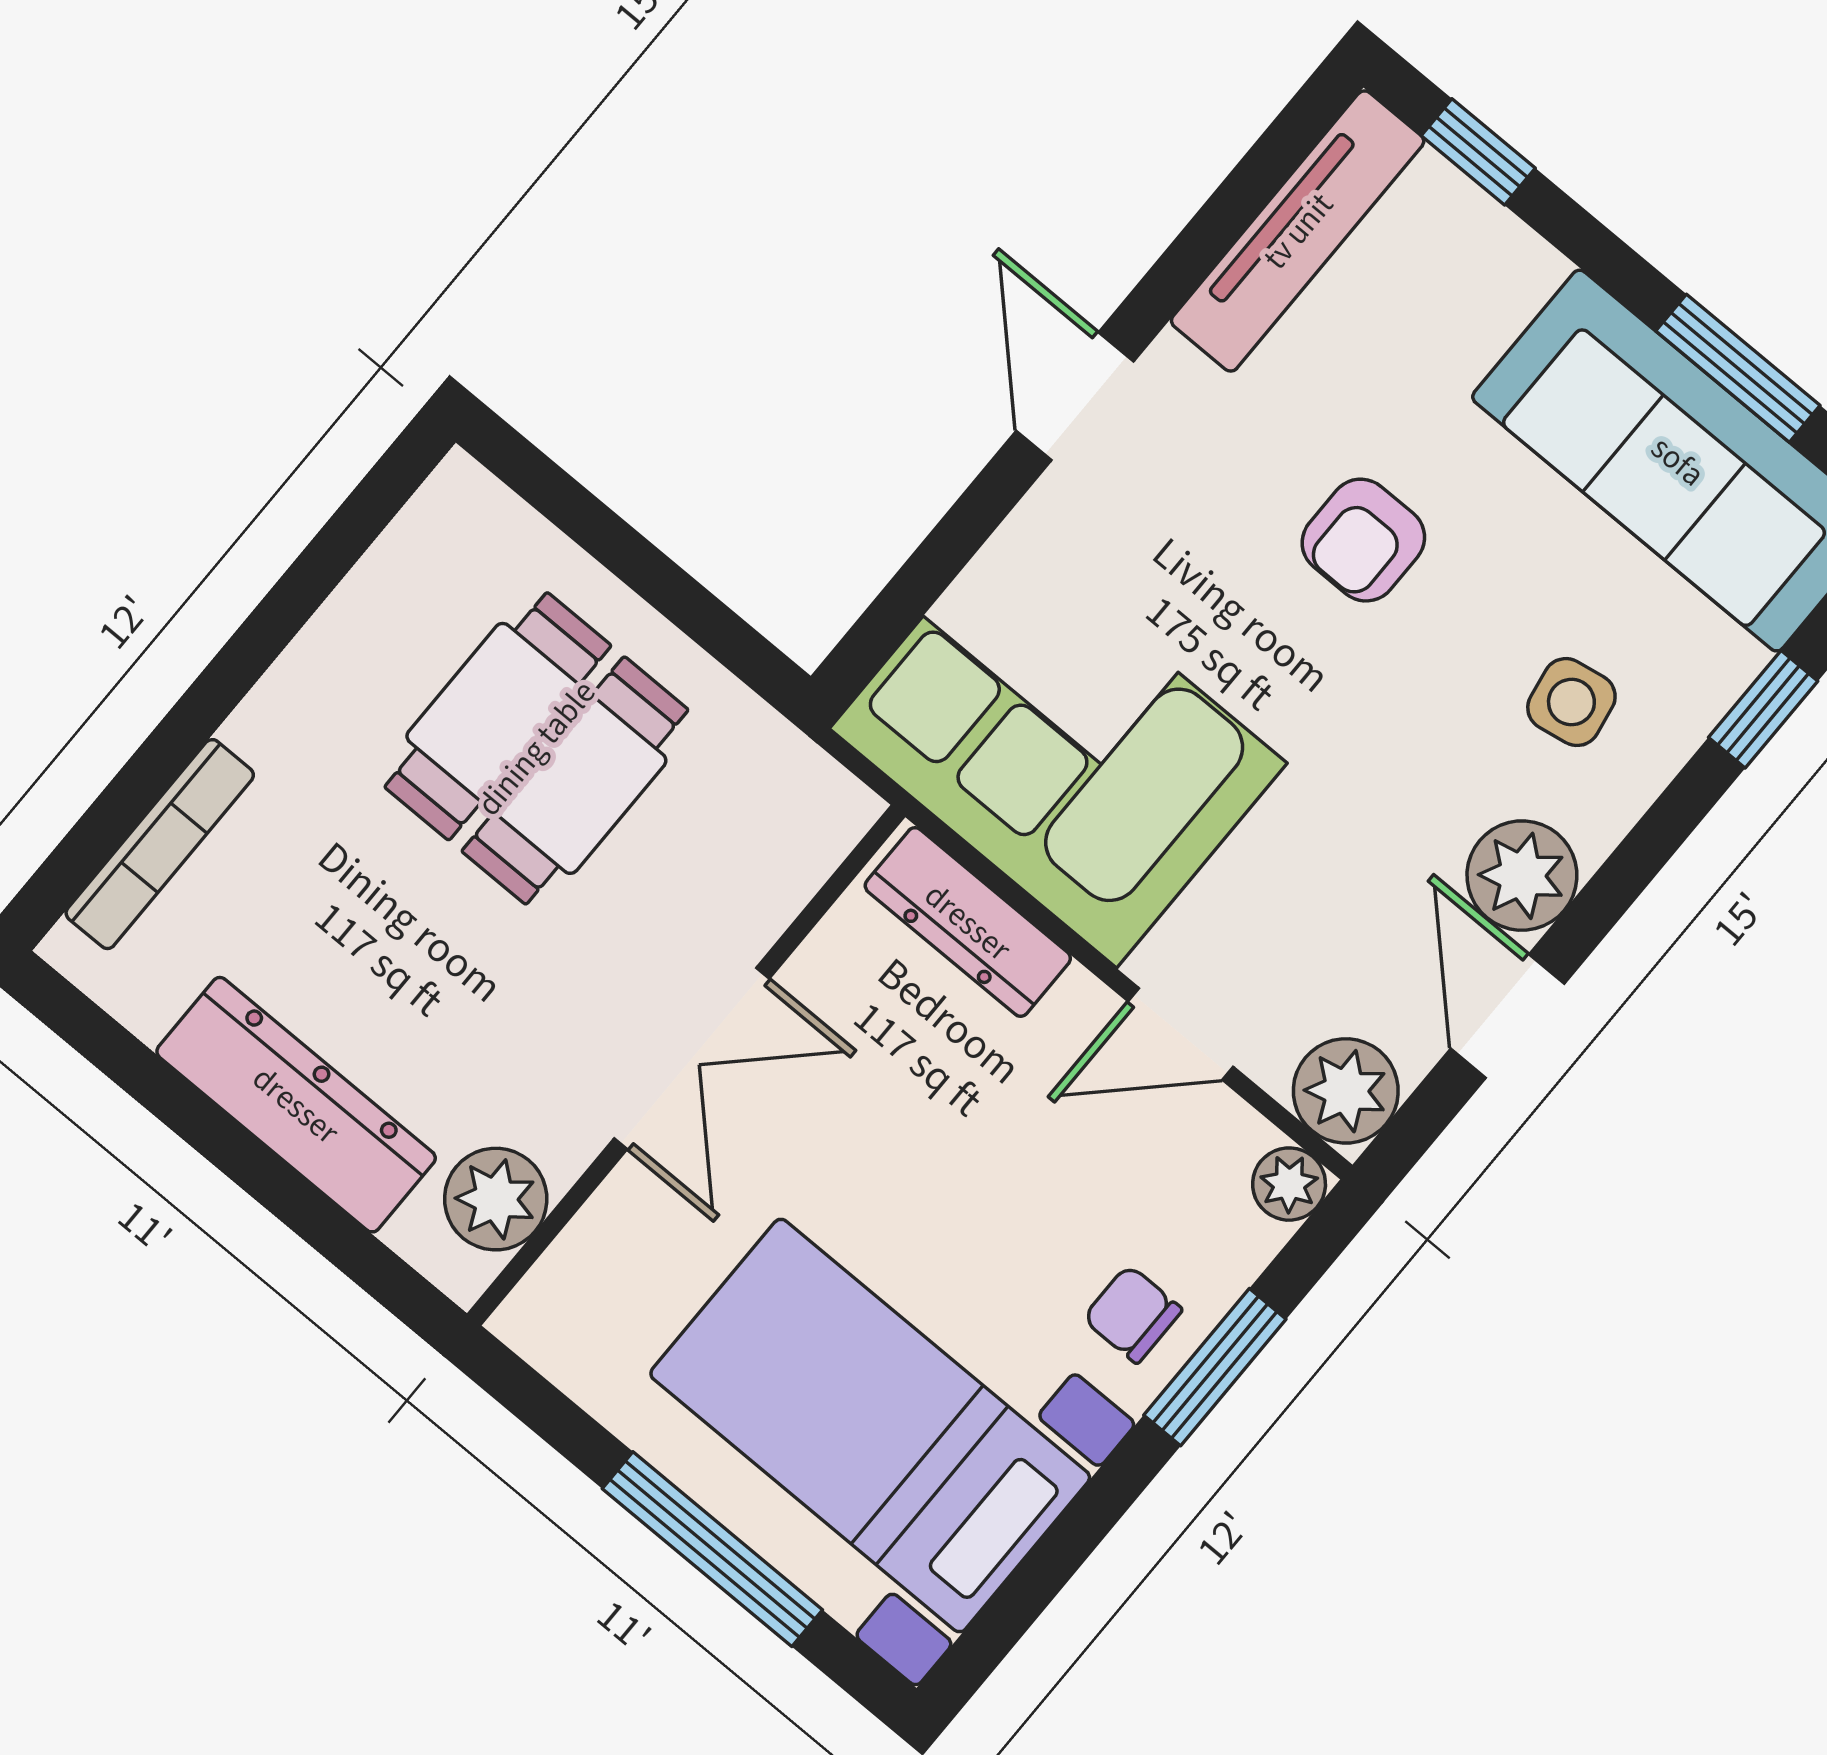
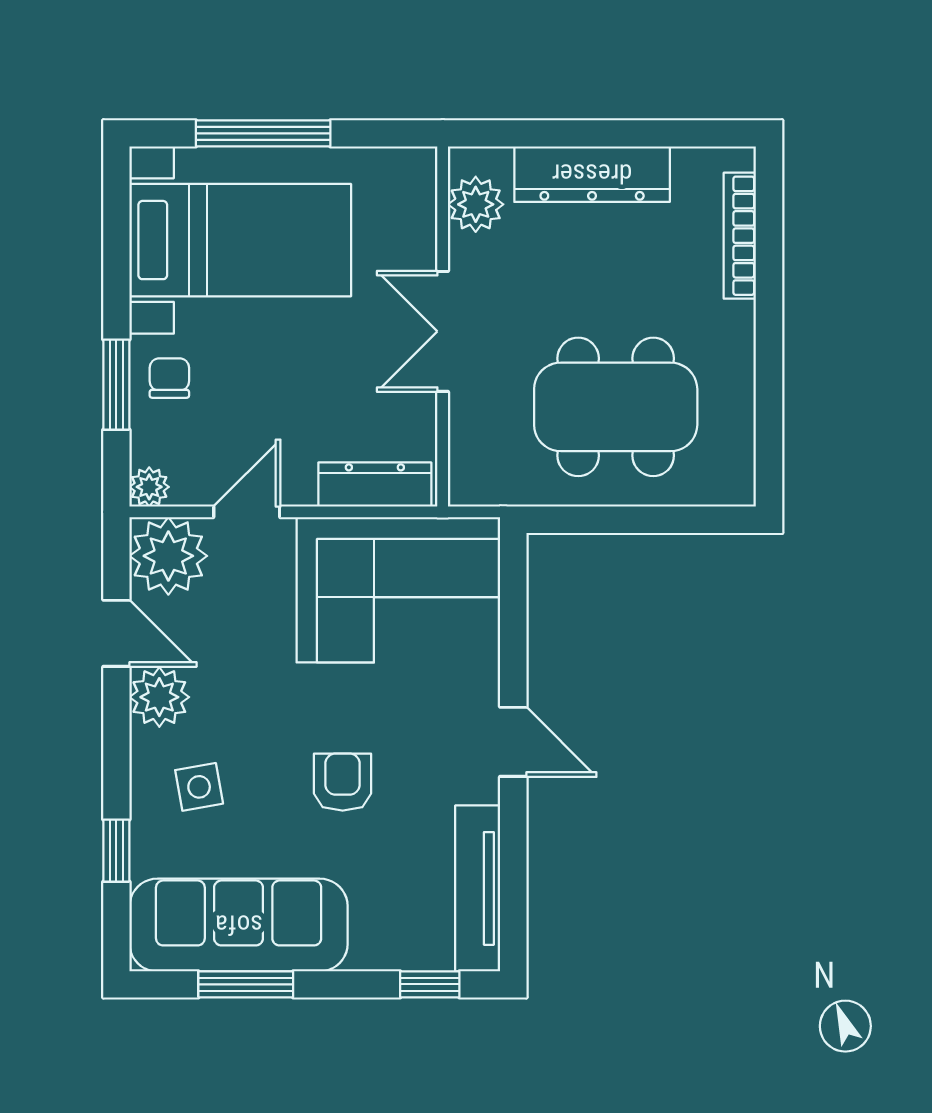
dining table: (536, 748) -> (616, 407), width x1.38
plant: (1346, 1091) -> (168, 556), width x1.36, depth x1.36
chair: (1132, 1314) -> (169, 378), turned -90

